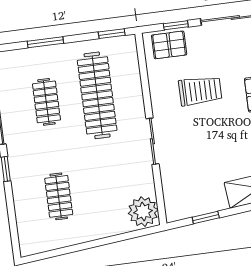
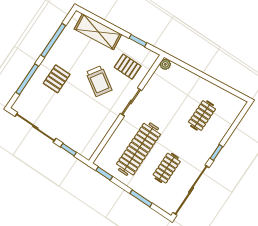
pallet: (169, 45) -> (128, 67), moved
trolley: (200, 91) -> (99, 81), moved, turned -147
plant: (143, 212) -> (165, 64), width x0.53, depth x0.53

